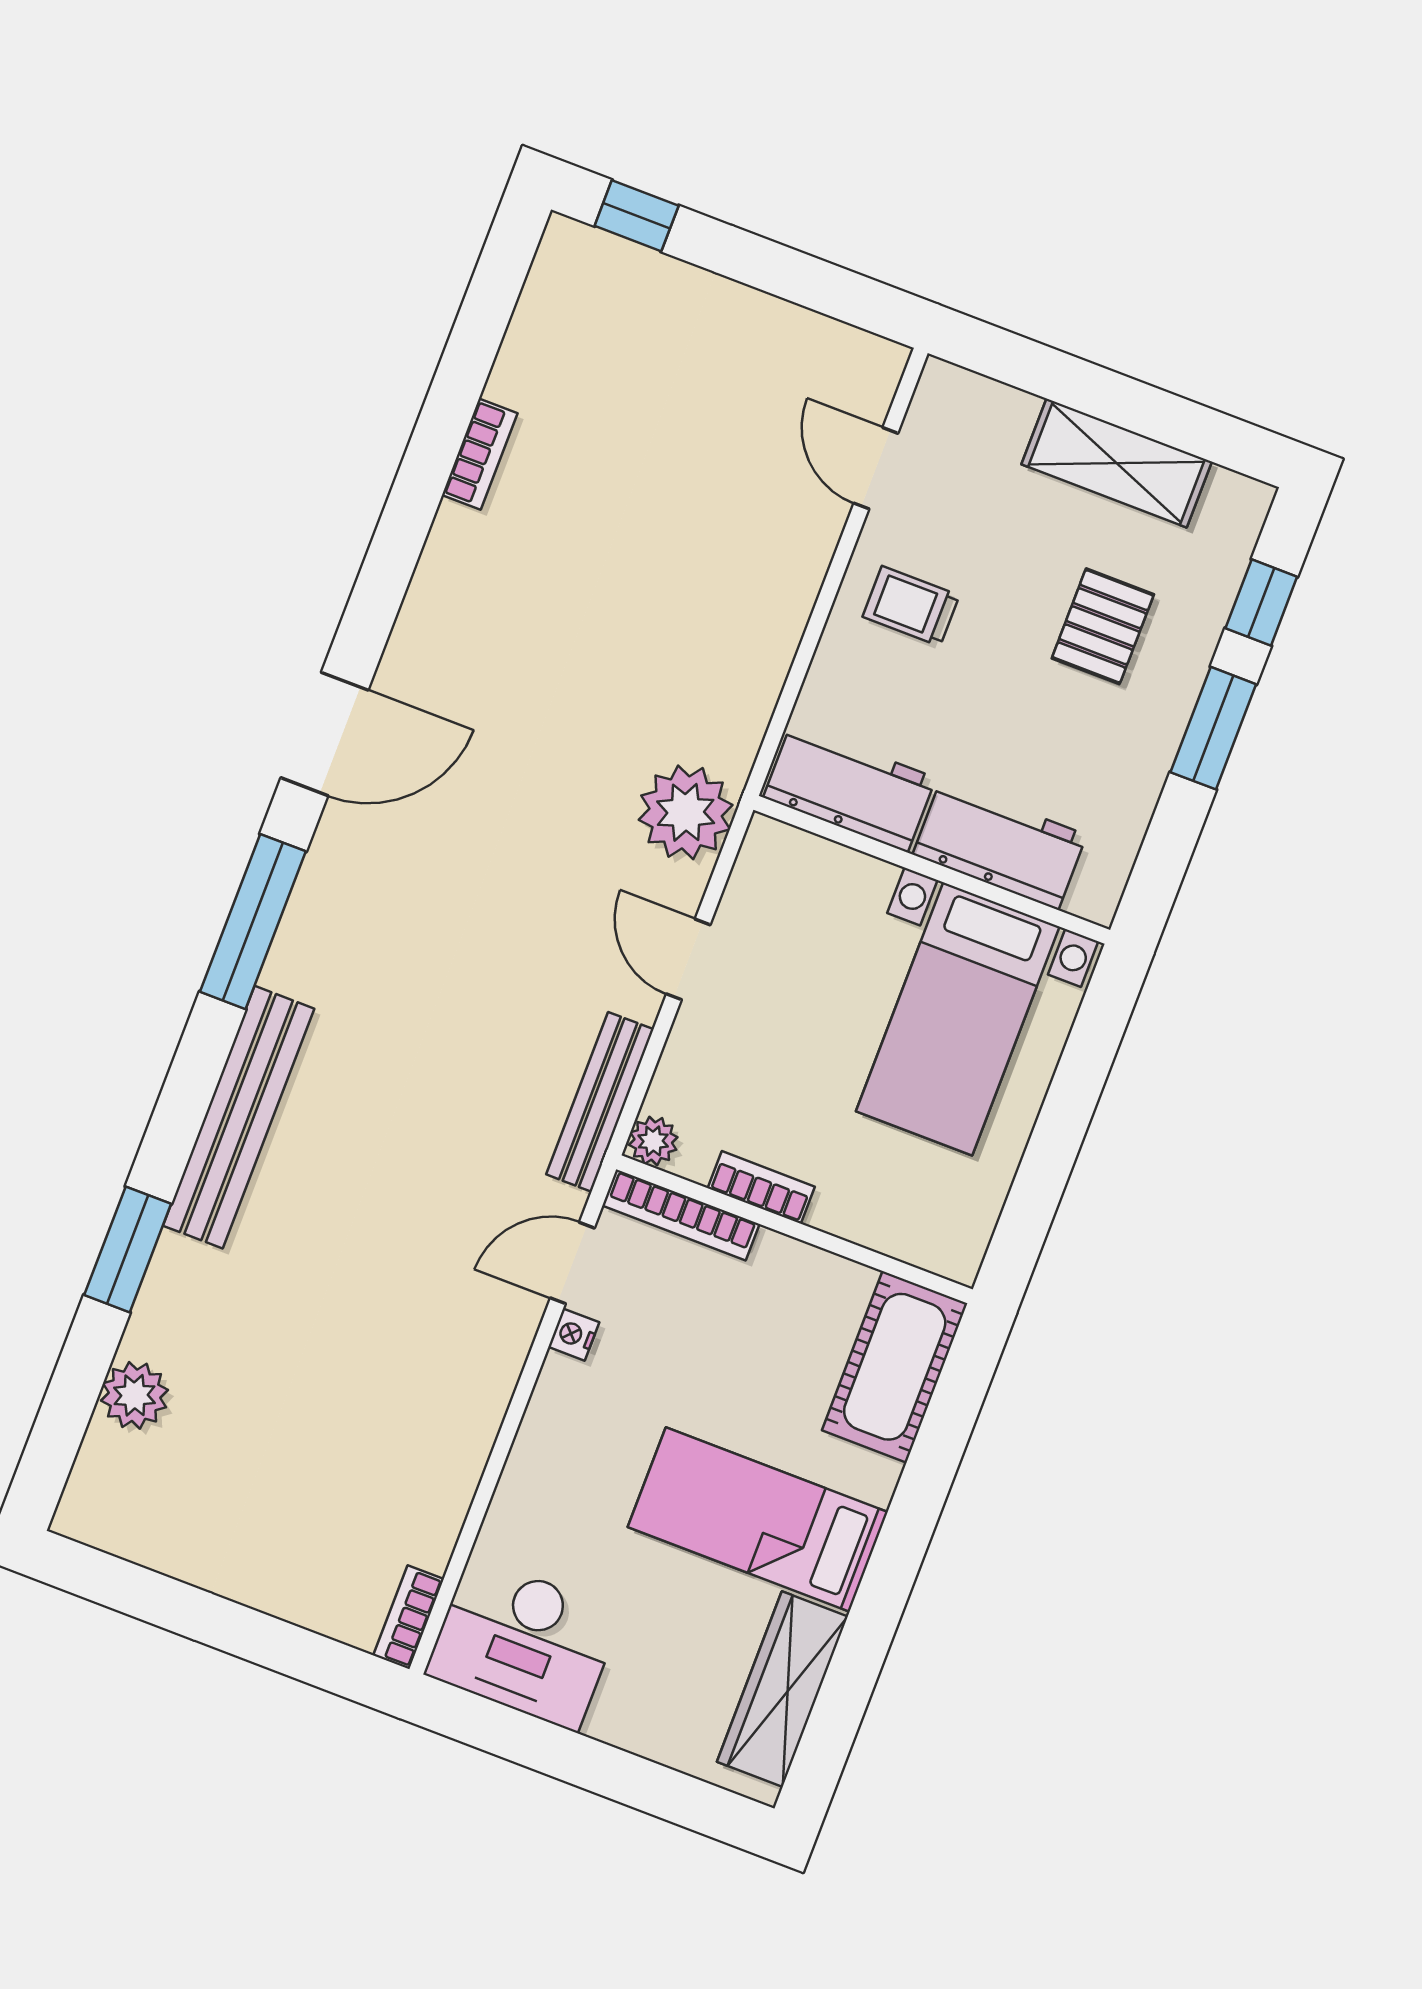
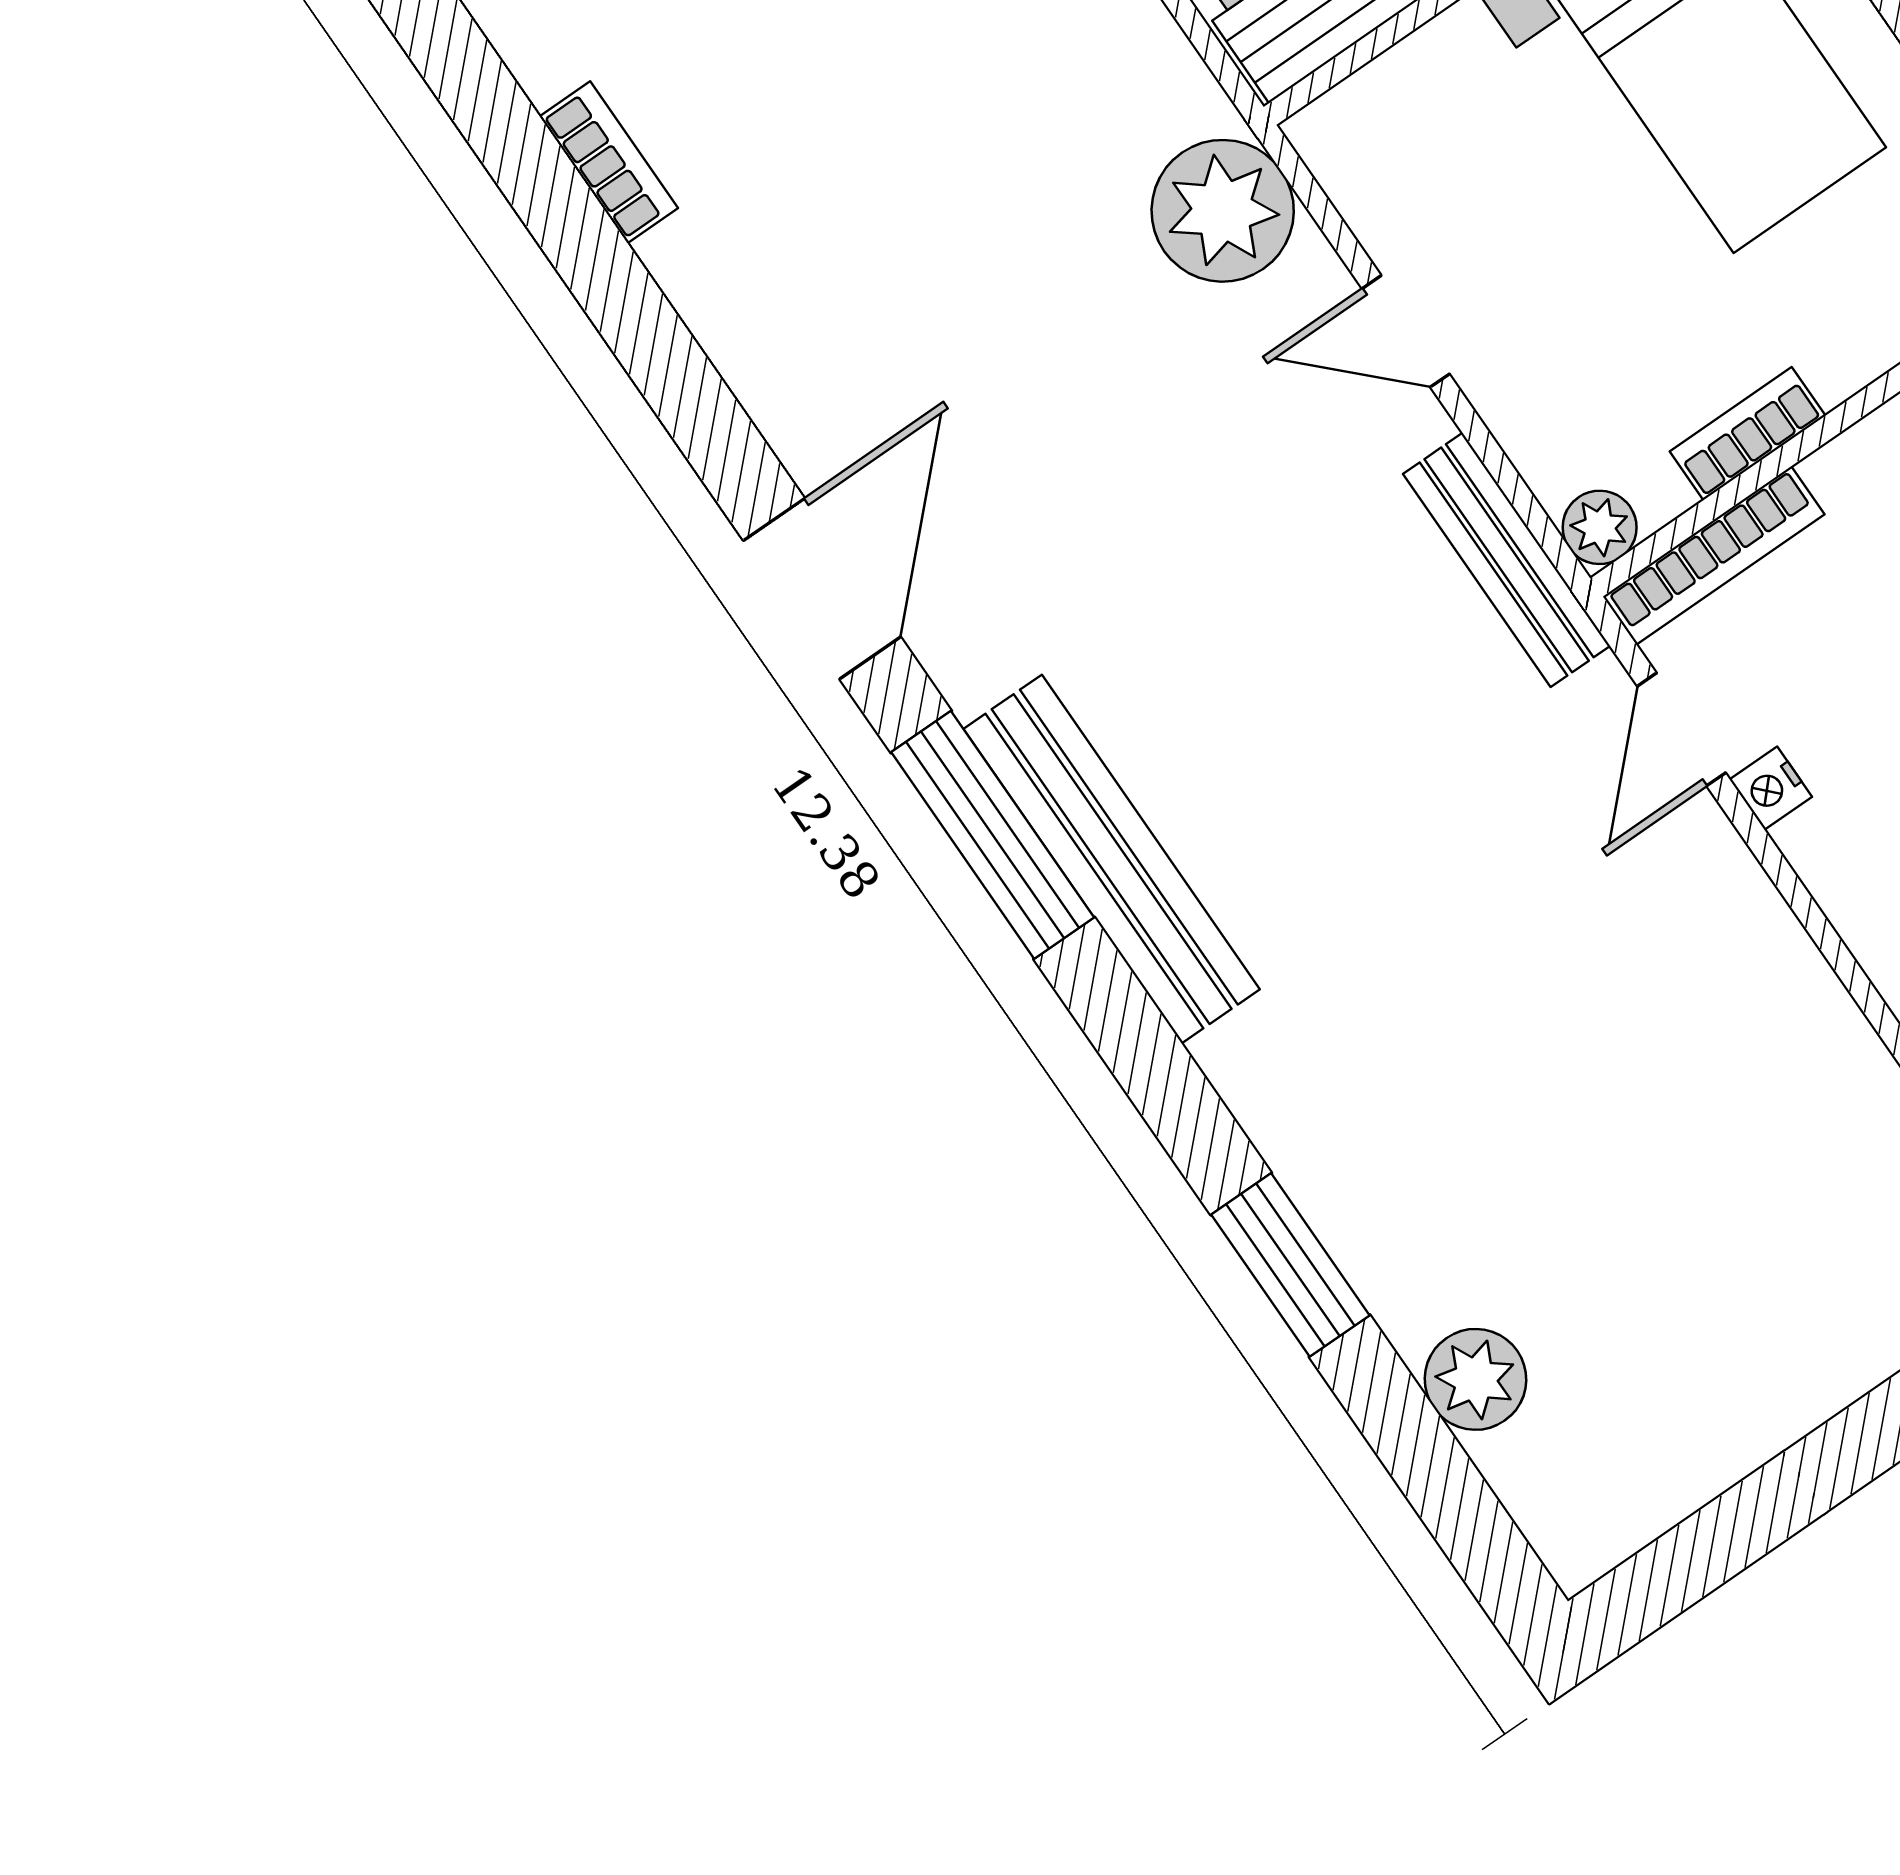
bench: (239, 1117) -> (1112, 859), moved

